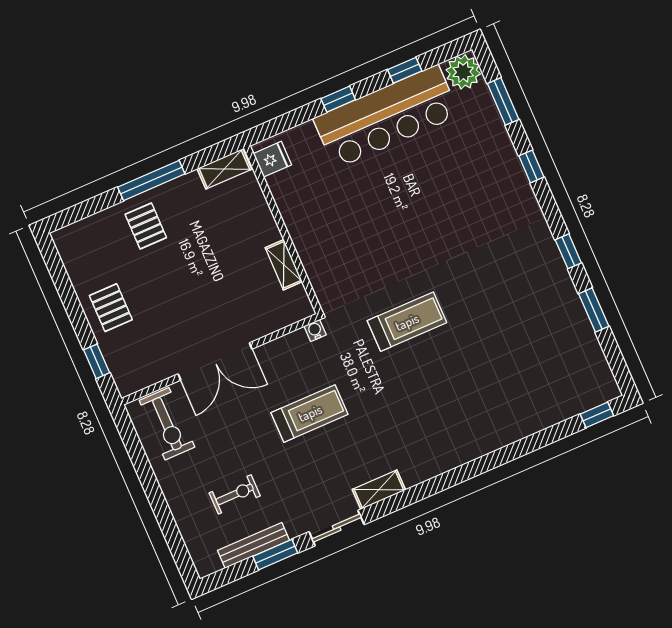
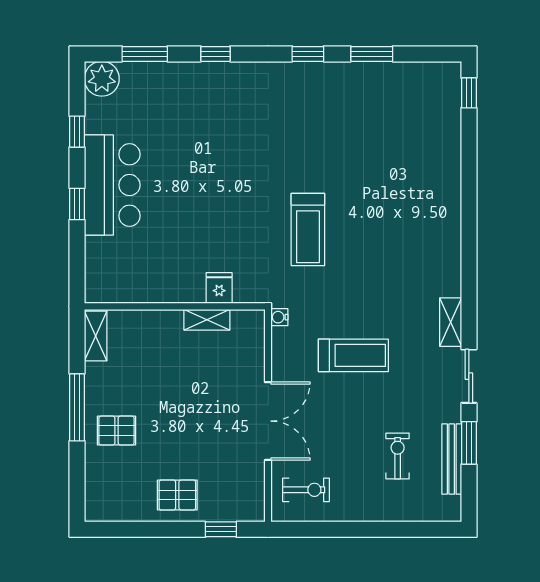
bar counter: (386, 117) -> (112, 185), width x0.73
fridge: (272, 159) -> (219, 288), moved
treadmill: (407, 322) -> (308, 230), turned 180
treadmill: (310, 413) -> (353, 355), turned 90
exercise bike: (167, 424) -> (306, 490), width x0.73, depth x0.72

